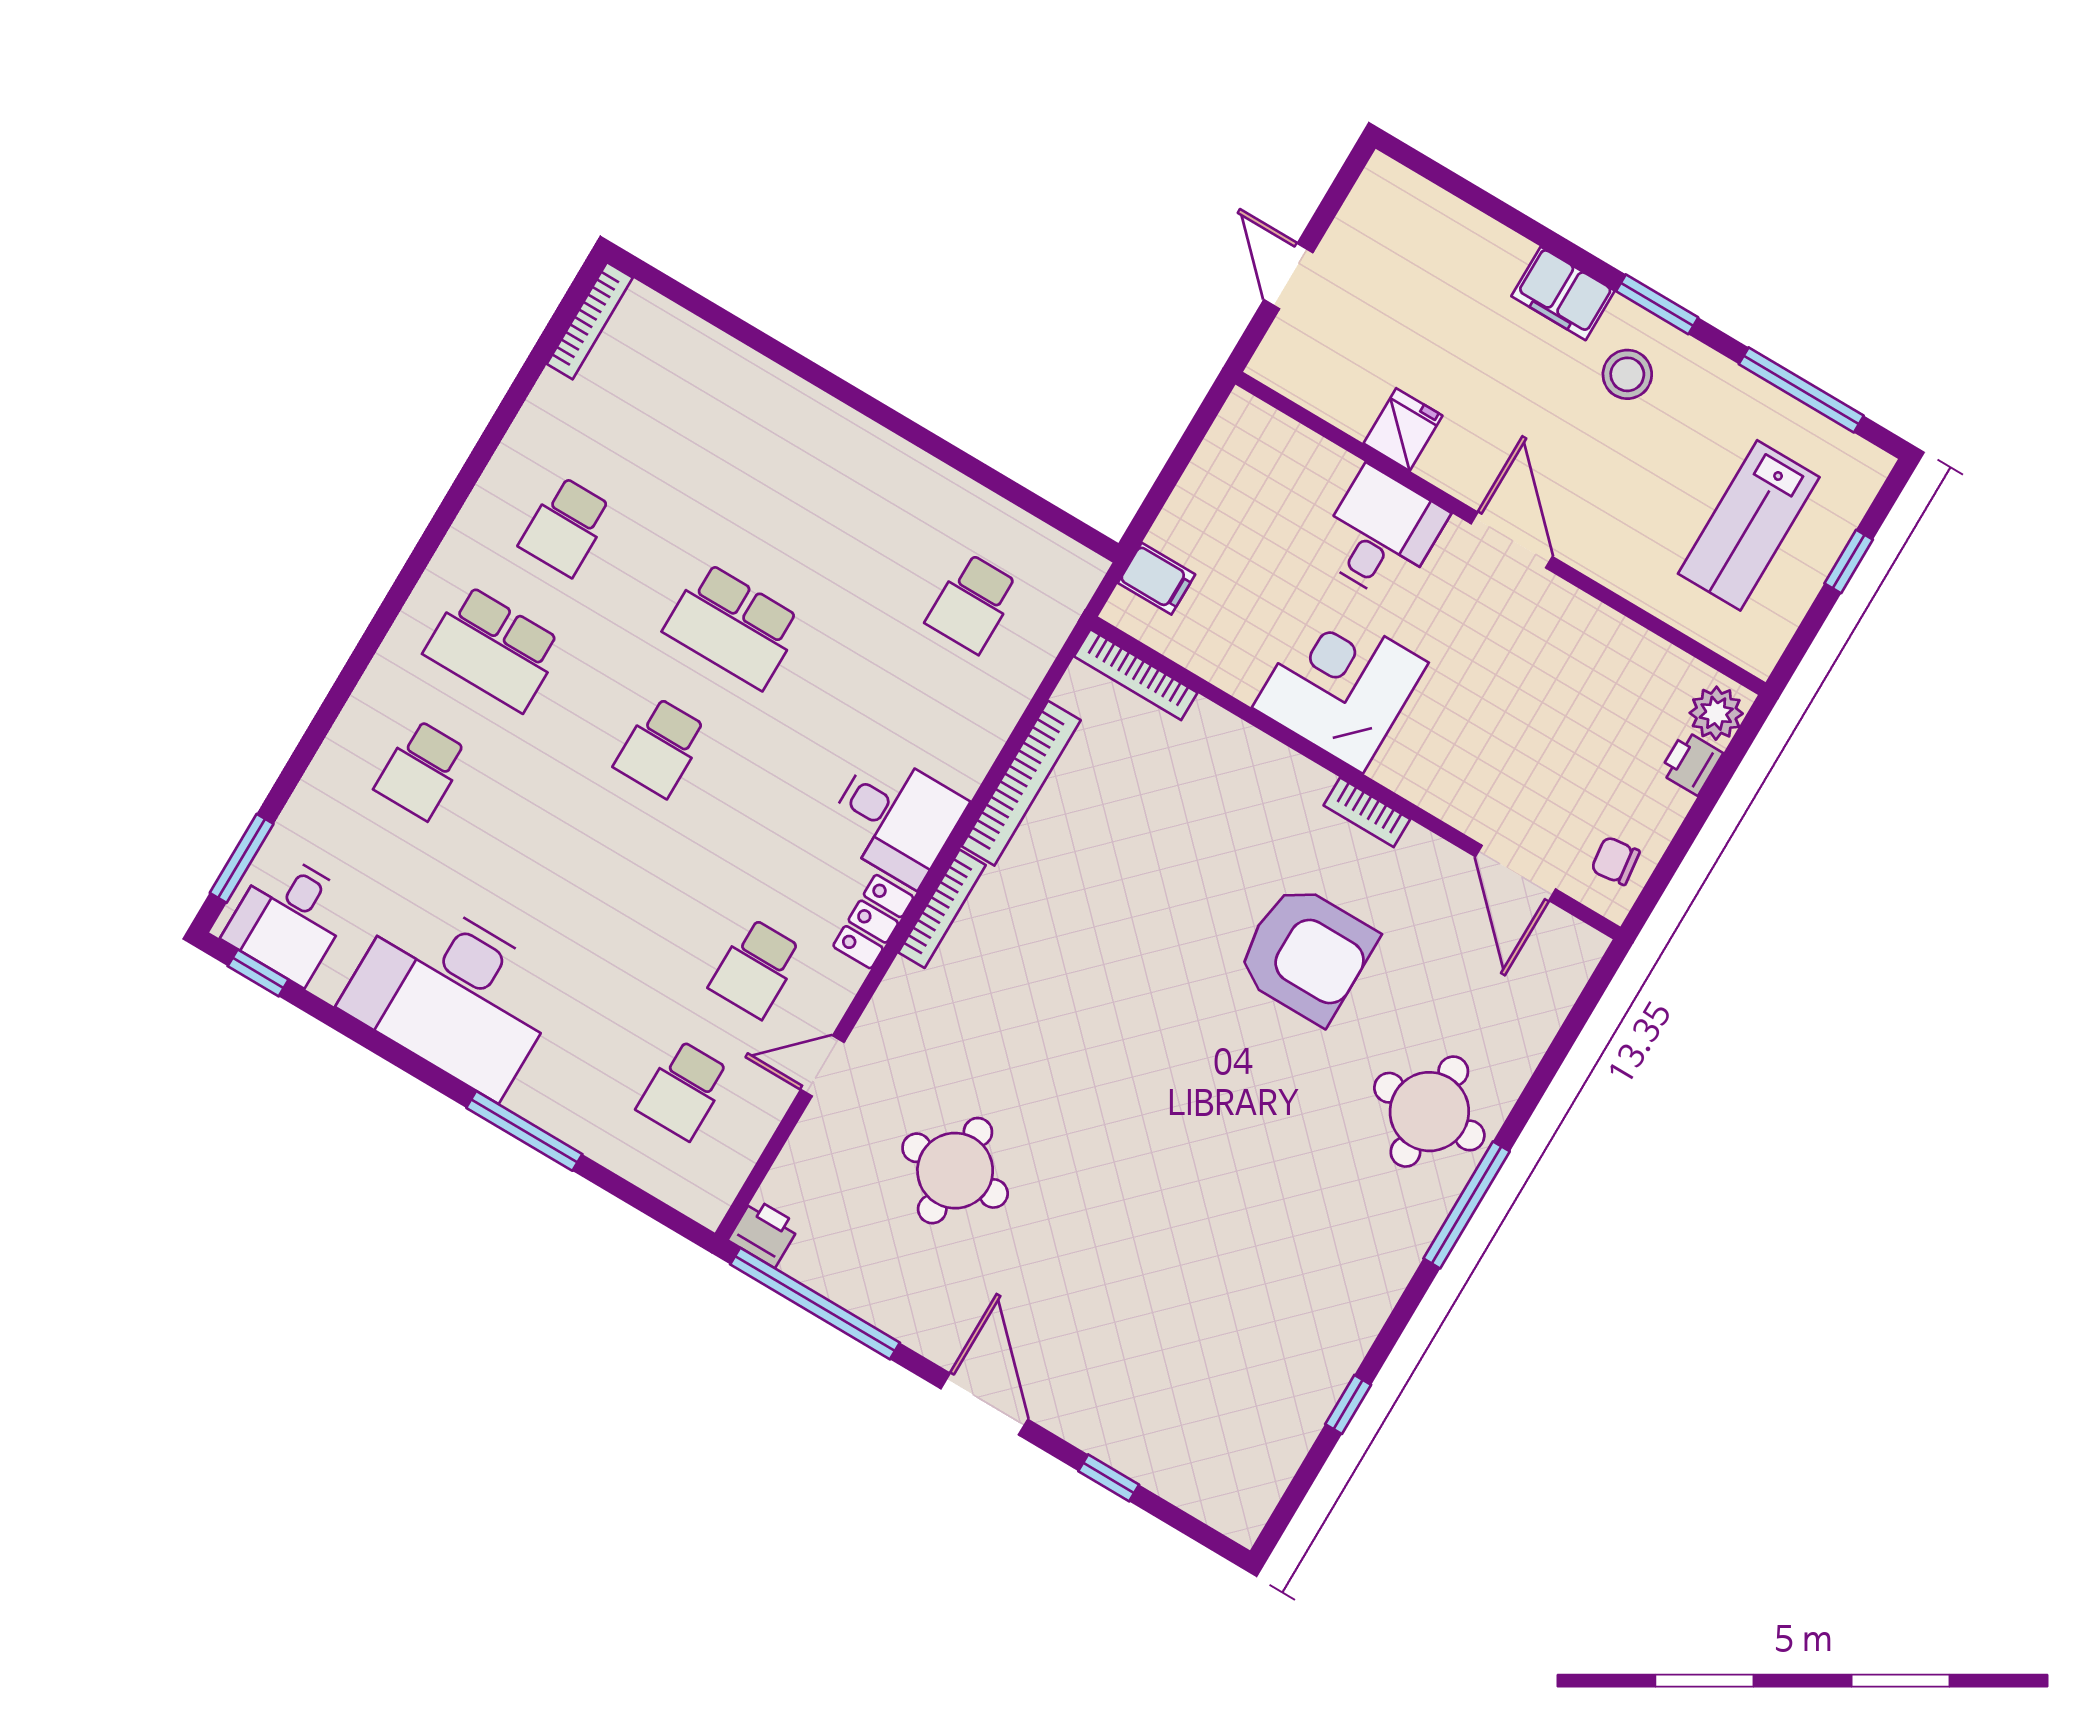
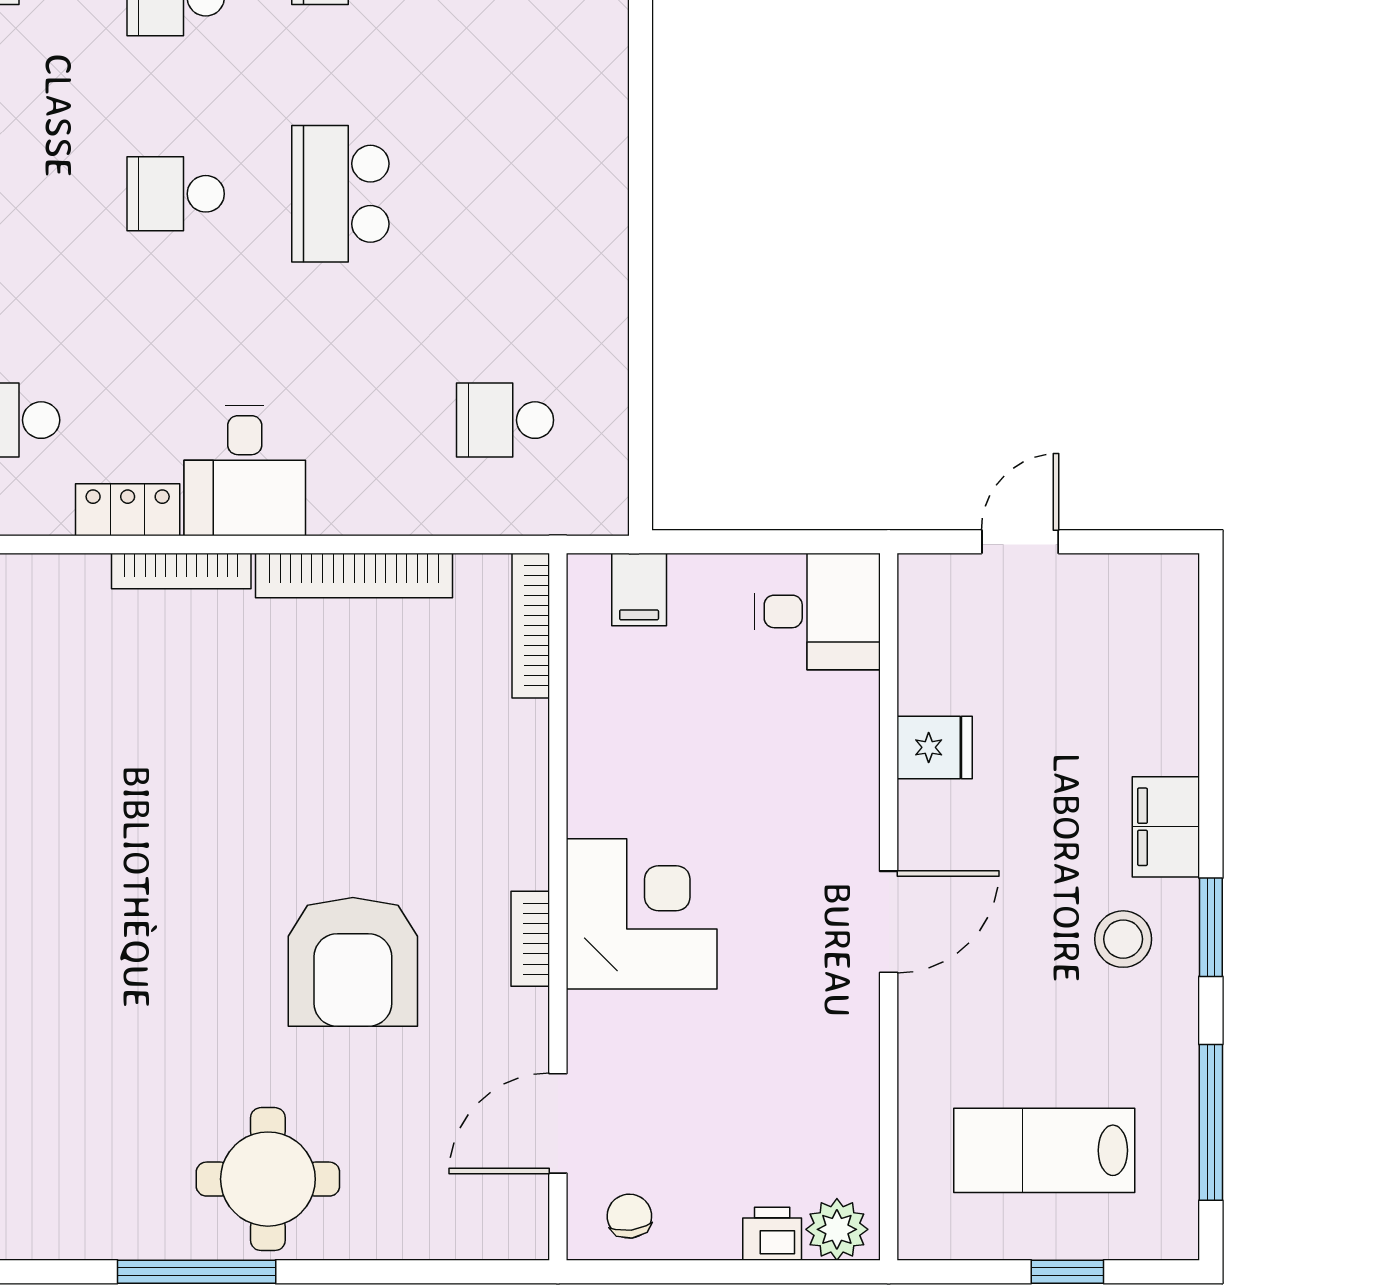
desk: (1381, 534) -> (817, 611), moved
corner desk: (1340, 685) -> (642, 914), moved

